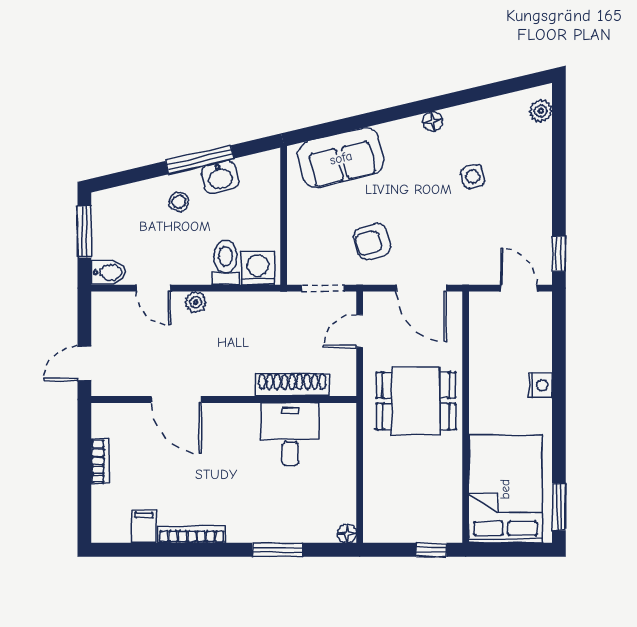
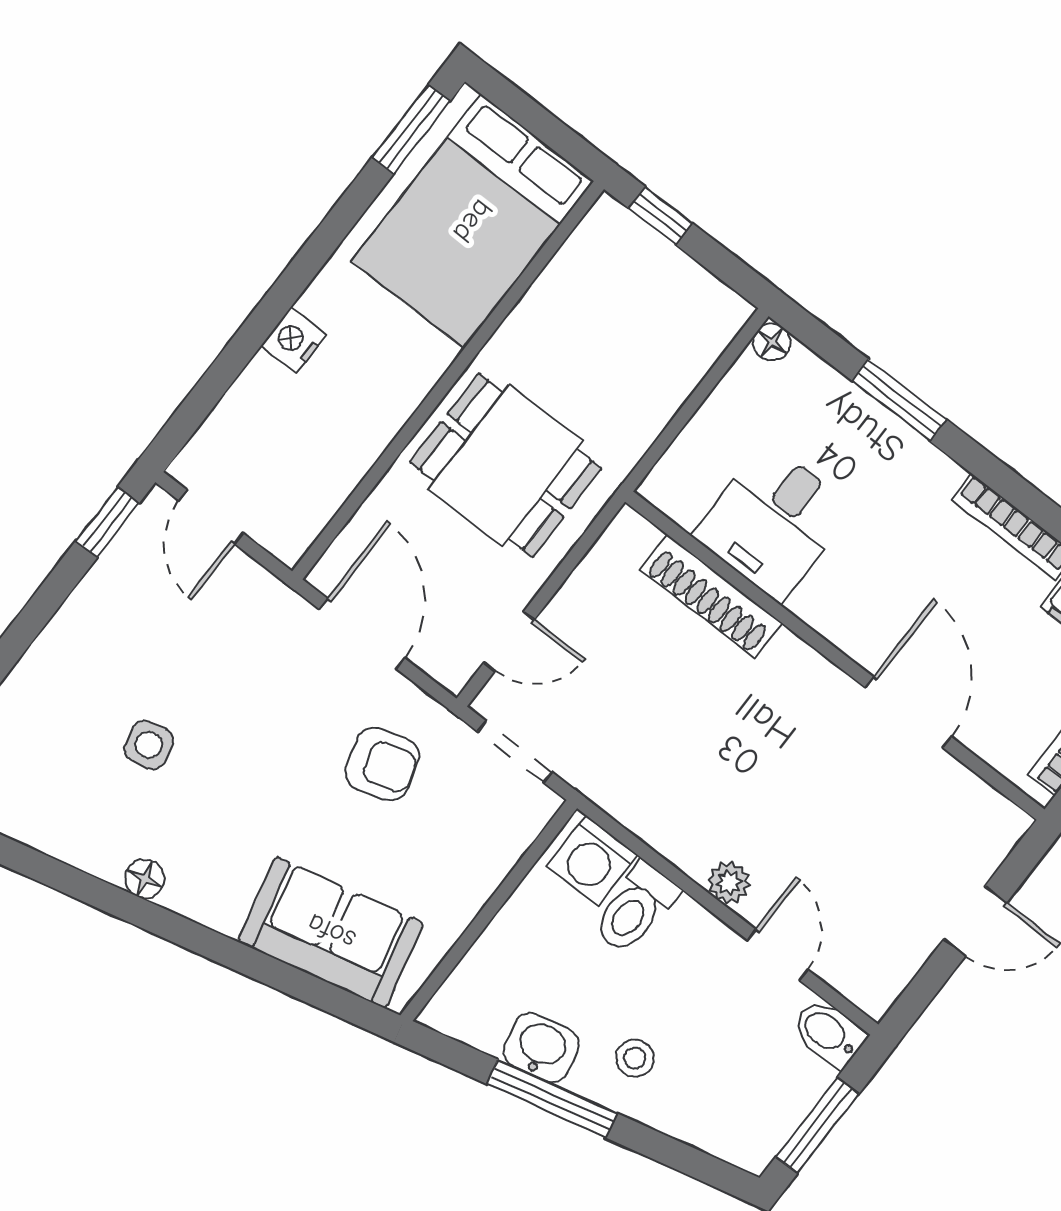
shoe rack: (292, 385) -> (711, 596), moved
door: (176, 399) -> (908, 712), moved
wall: (224, 399) -> (835, 656), moved
desk: (290, 434) -> (773, 522), moved

